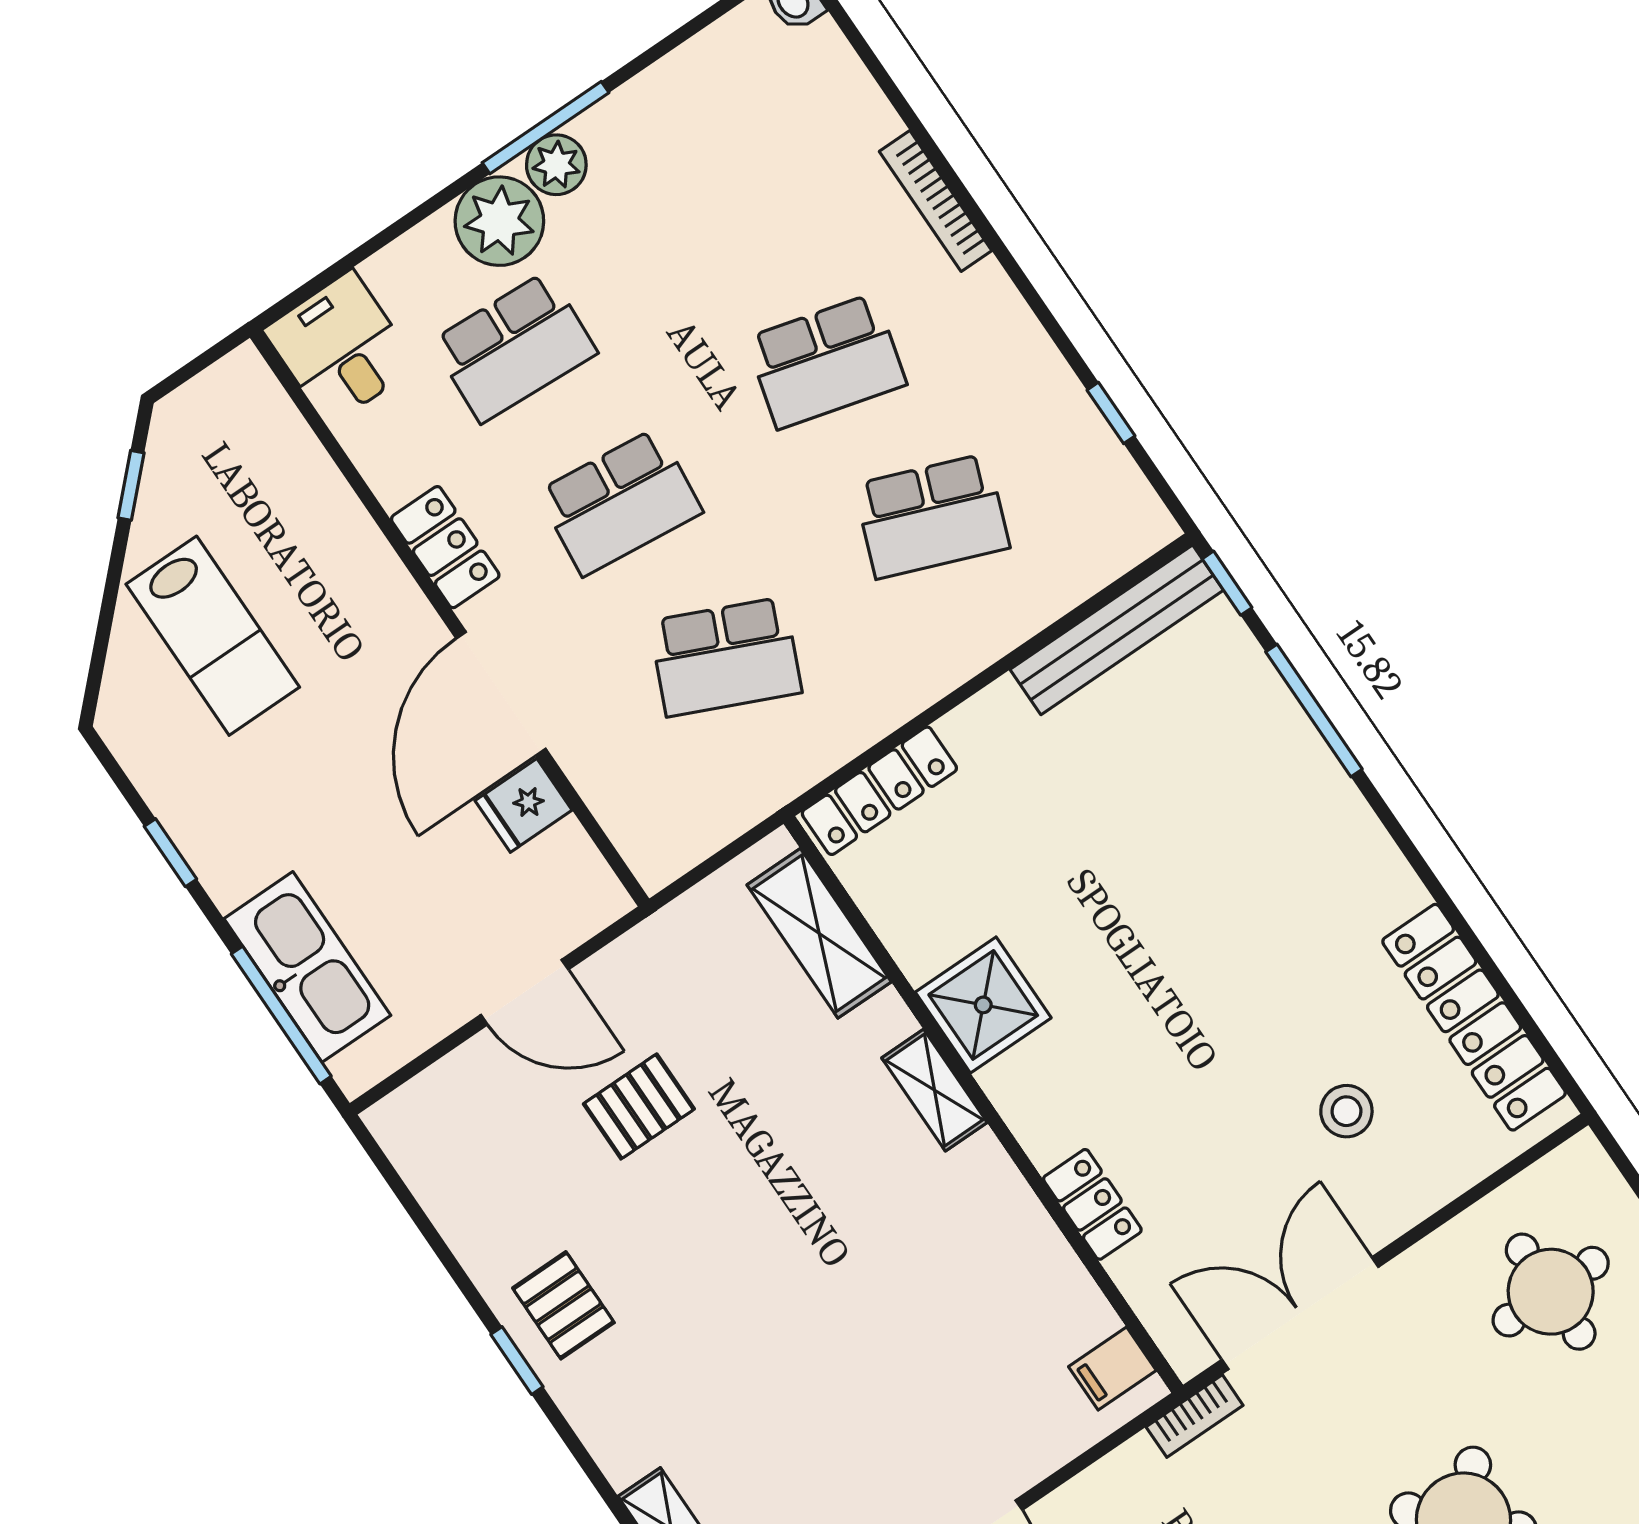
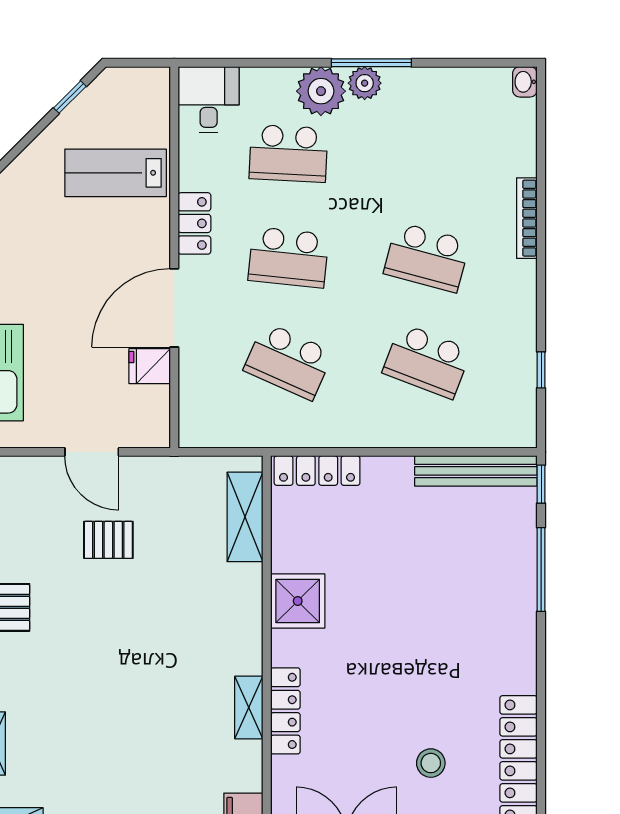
lab bench: (213, 636) -> (116, 173), moved, turned 90
shelving: (934, 1090) -> (249, 707), moved
locker: (1092, 1204) -> (285, 711), width x1.53

